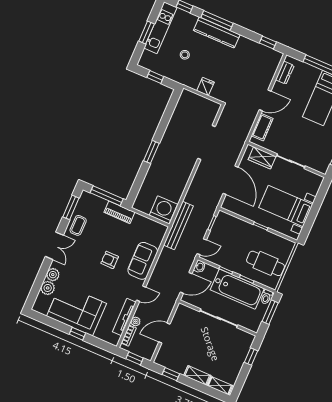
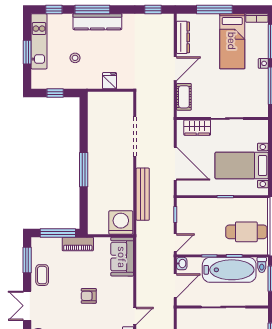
dresser: (285, 73) -> (183, 37), width x1.44
window: (151, 152) -> (84, 170), width x1.44
bench: (178, 226) -> (143, 194), moved
double door: (54, 246) -> (27, 306), swing flipped
sofa: (143, 261) -> (122, 257), moved

